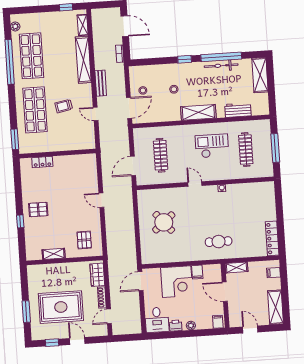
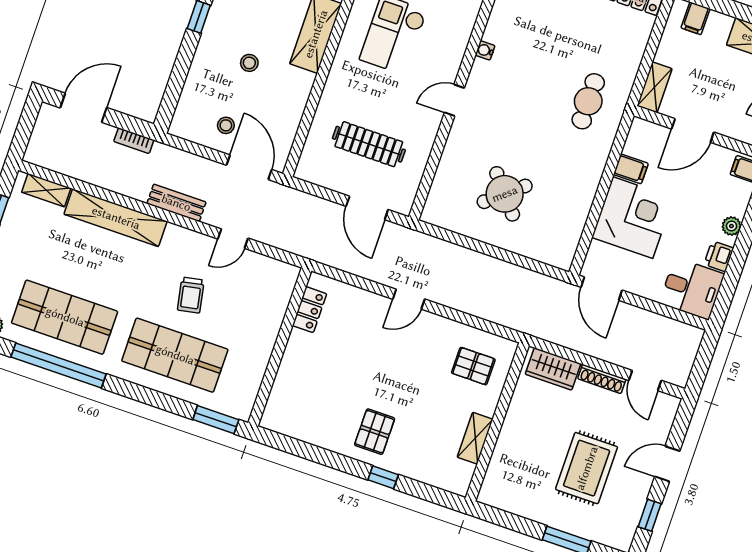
locker: (42, 162) -> (310, 310), moved
rug: (61, 307) -> (587, 468), width x0.73, depth x0.69

